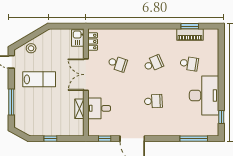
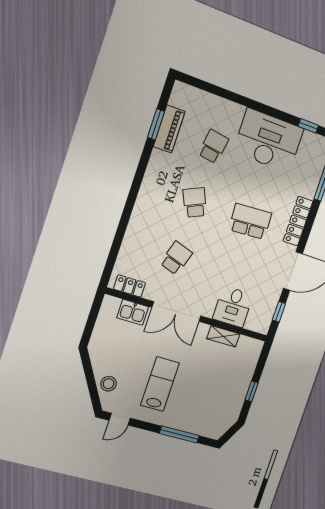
kitchen sink: (78, 38) -> (133, 312), moved
school desk: (153, 101) -> (250, 221), width x1.85
locker: (163, 131) -> (298, 221), added

